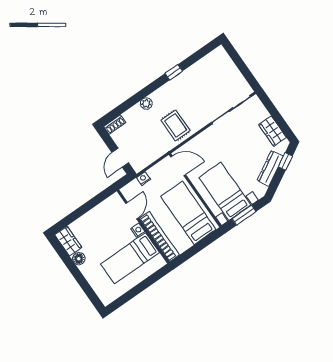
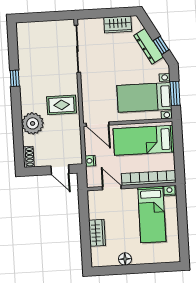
plant: (146, 104) -> (33, 123), width x1.87, depth x1.87
window: (285, 161) -> (161, 45), moved
door: (178, 166) -> (98, 124), swing flipped
nightstand: (138, 230) -> (169, 191), moved
wardrobe: (68, 241) -> (97, 233), moved, turned 90

